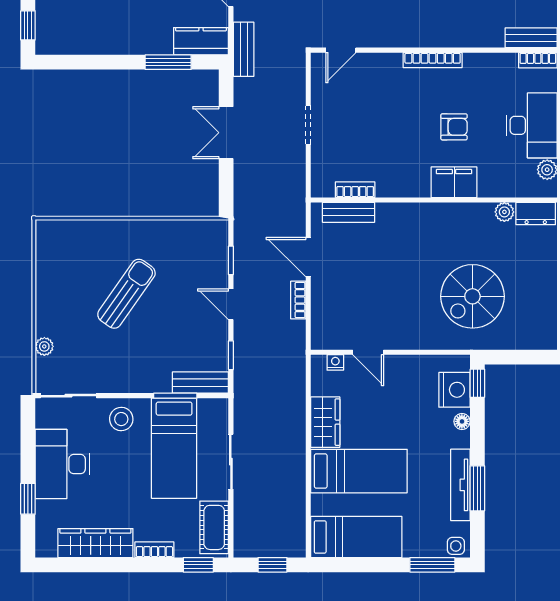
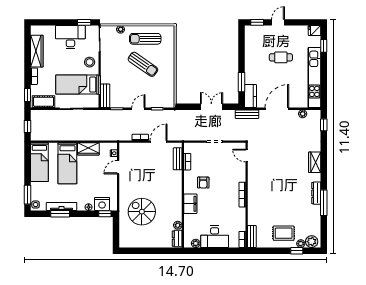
armchair: (454, 127) -> (203, 183), moved
sun lounger: (66, 288) -> (145, 39), added
window: (28, 499) -> (84, 22), moved

